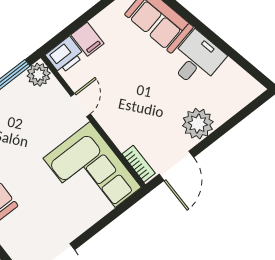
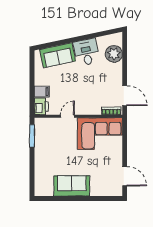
plant: (39, 75) -> (41, 124), removed
door: (81, 105) -> (67, 116), hinge flipped
plant: (198, 124) -> (114, 54), moved

